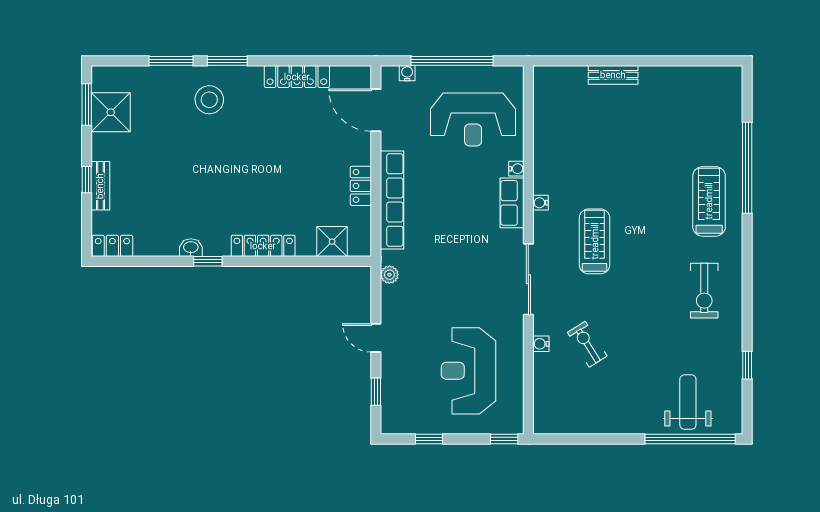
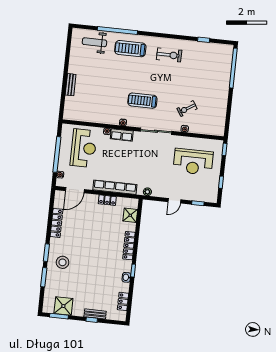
locker: (112, 246) -> (123, 301), moved
weight bench: (688, 402) -> (94, 42), moved

